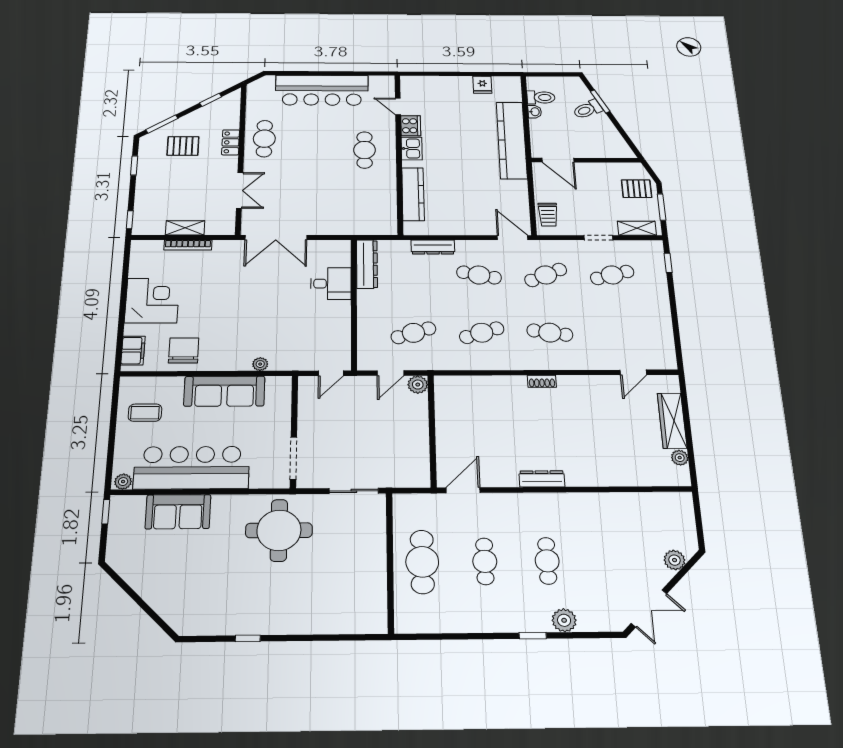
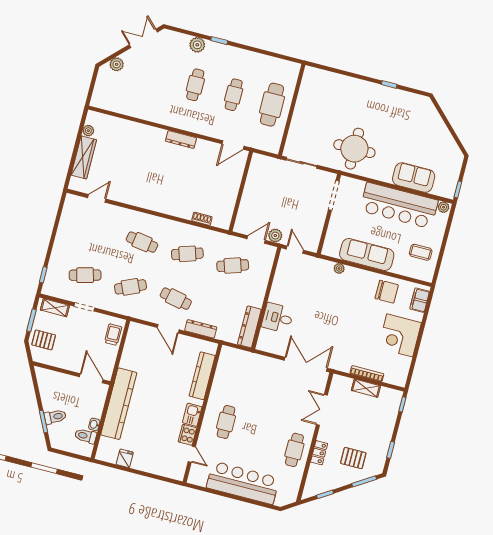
door: (512, 238) -> (168, 329), moved
chair: (184, 350) -> (387, 292), turned -90
door: (331, 373) -> (295, 250), hinge flipped
shoe rack: (542, 381) -> (202, 219), moved
plant: (418, 385) -> (275, 236), moved

